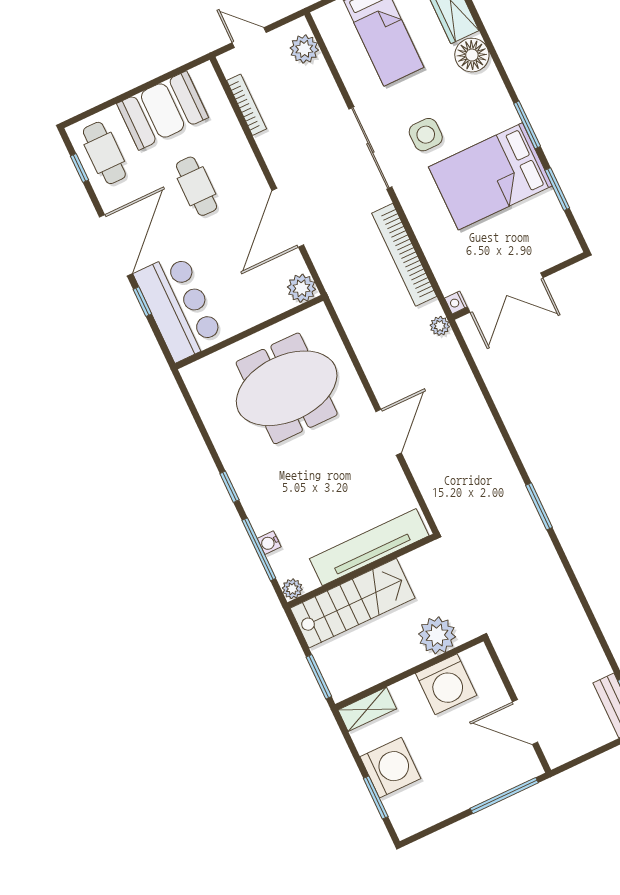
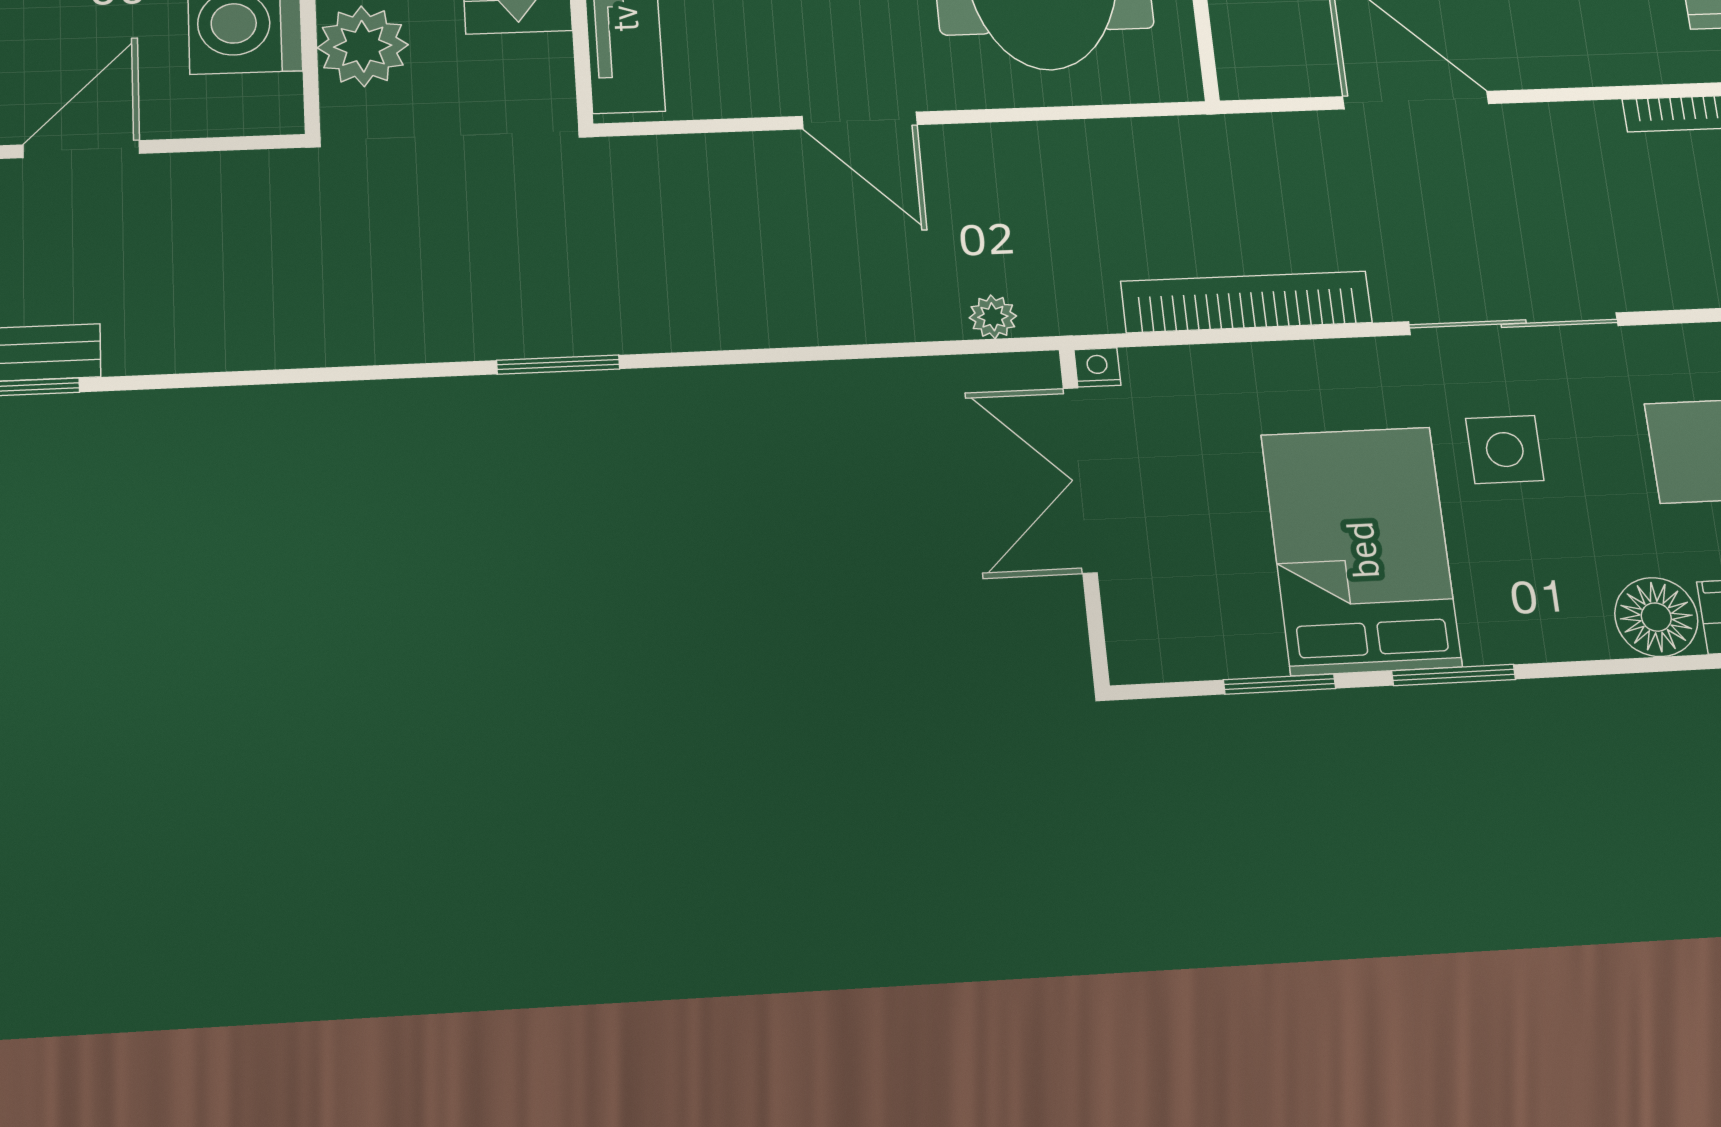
plant: (302, 288) -> (1249, 69), removed
plant: (440, 326) -> (993, 317), moved

